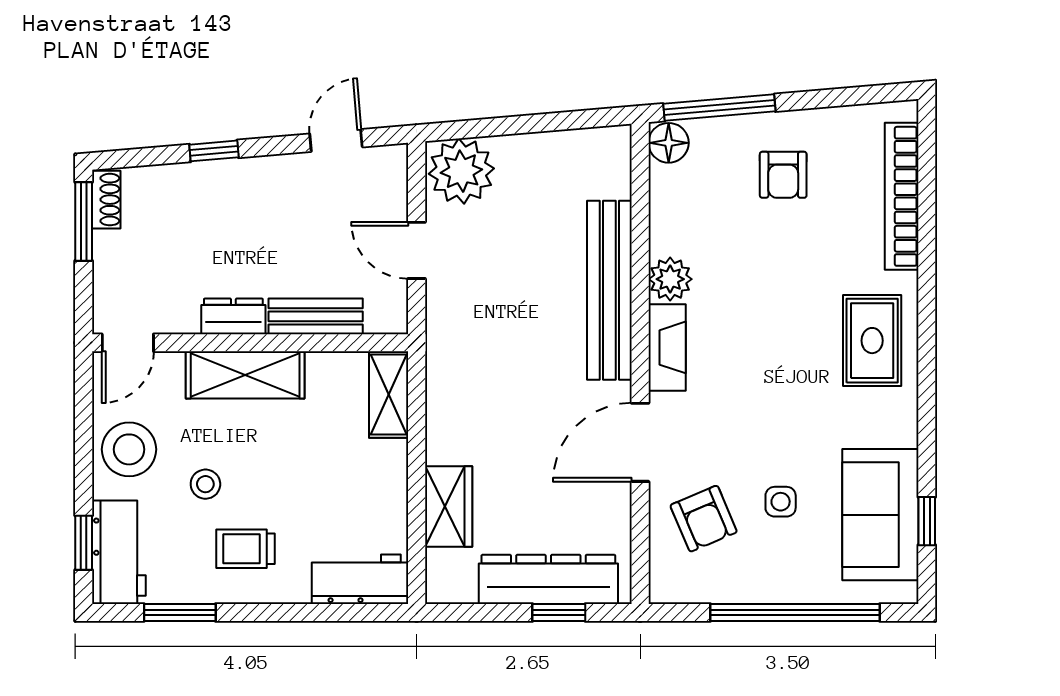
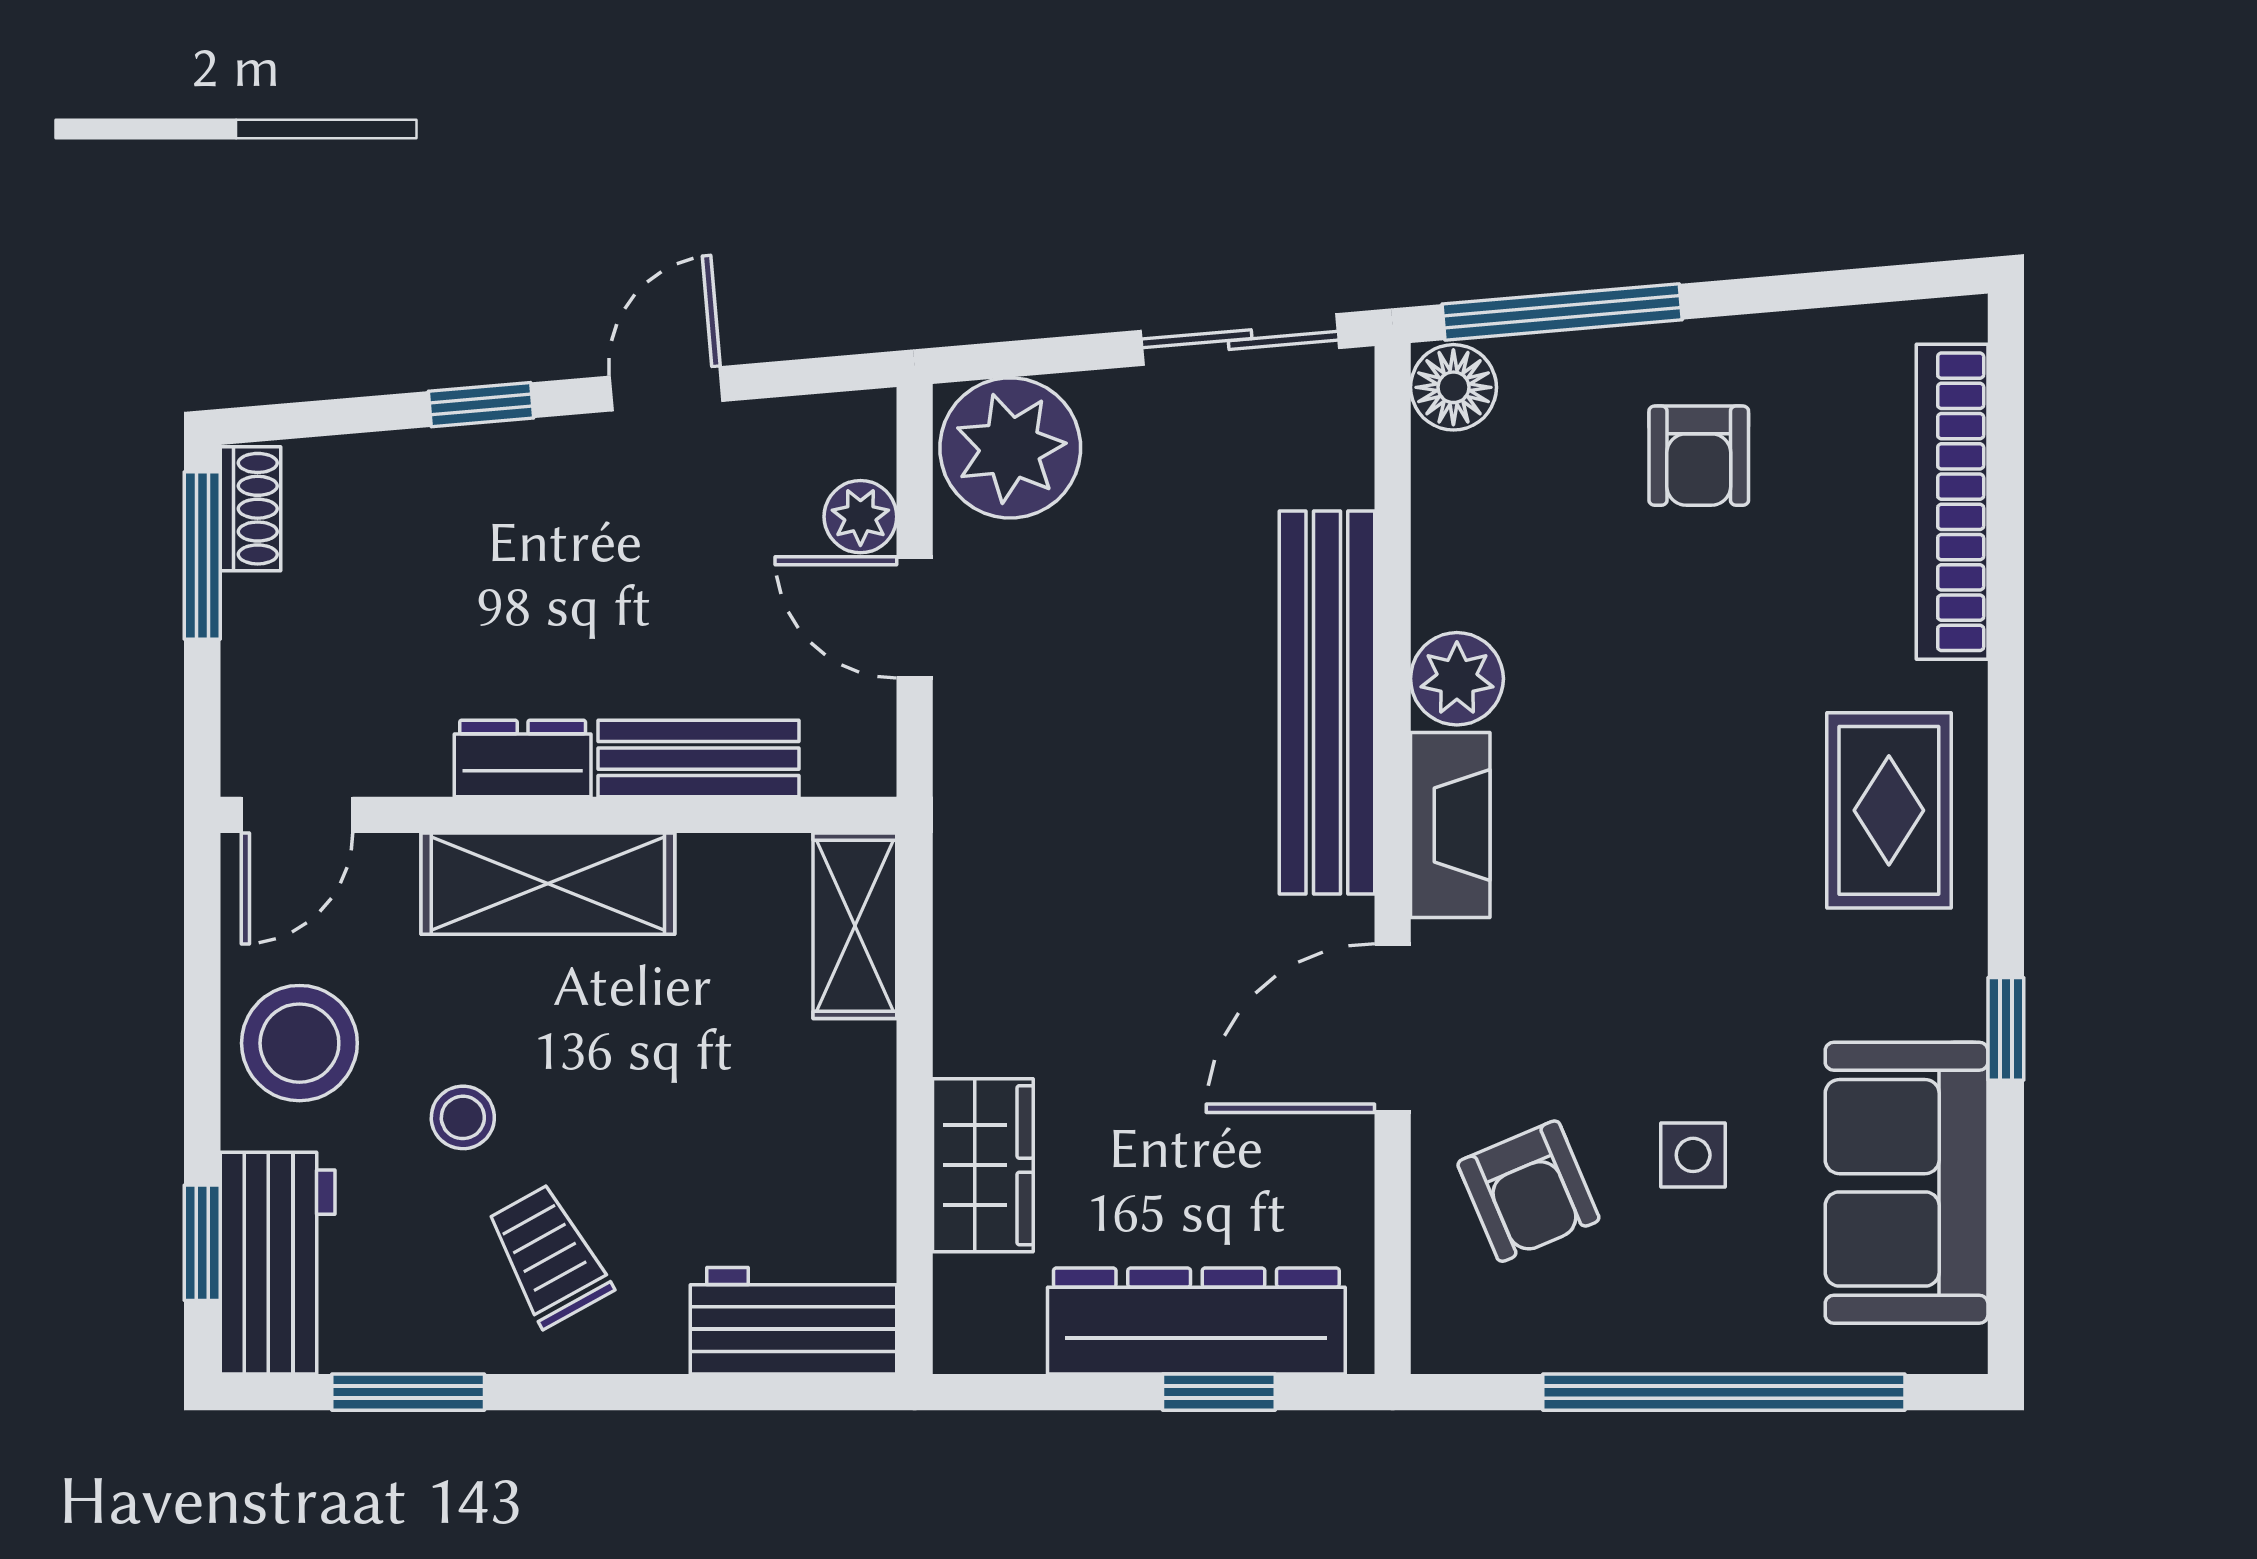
sliding door: (569, 120) -> (1240, 340), added
door: (336, 140) -> (666, 389), moved
plant: (391, 203) -> (860, 517), added
window: (927, 521) -> (2006, 1029), moved
trolley: (246, 549) -> (549, 1256), turned 61

